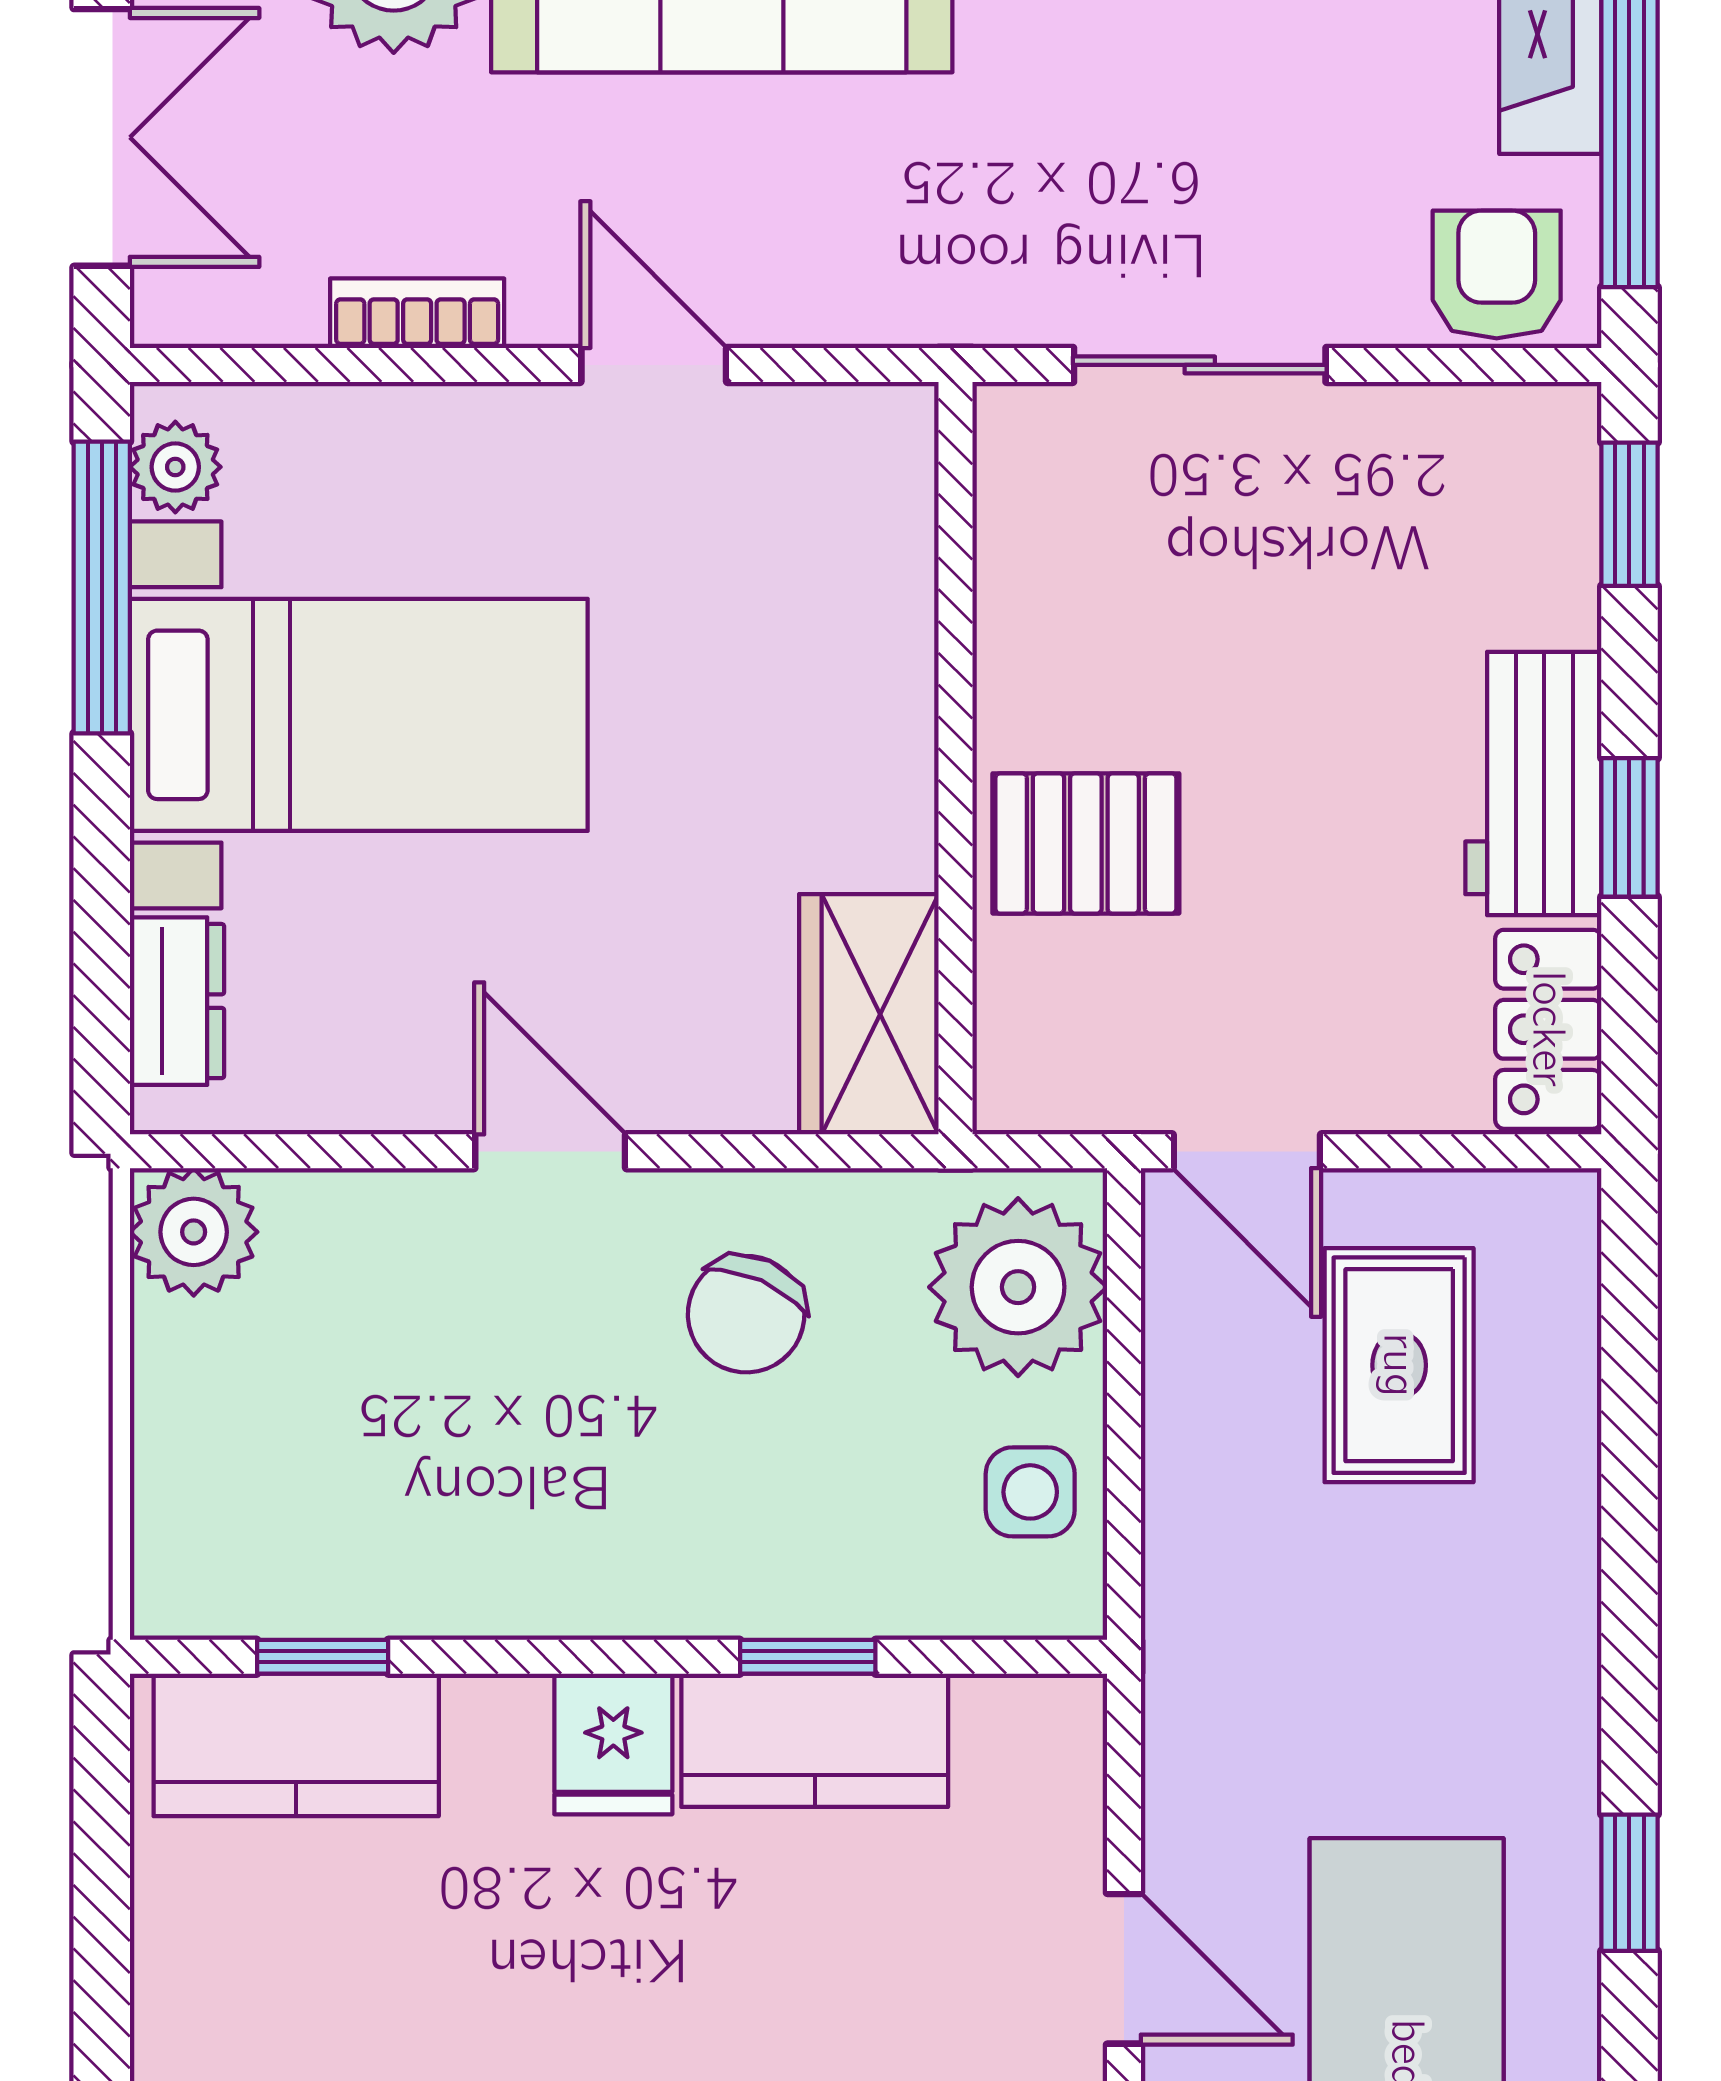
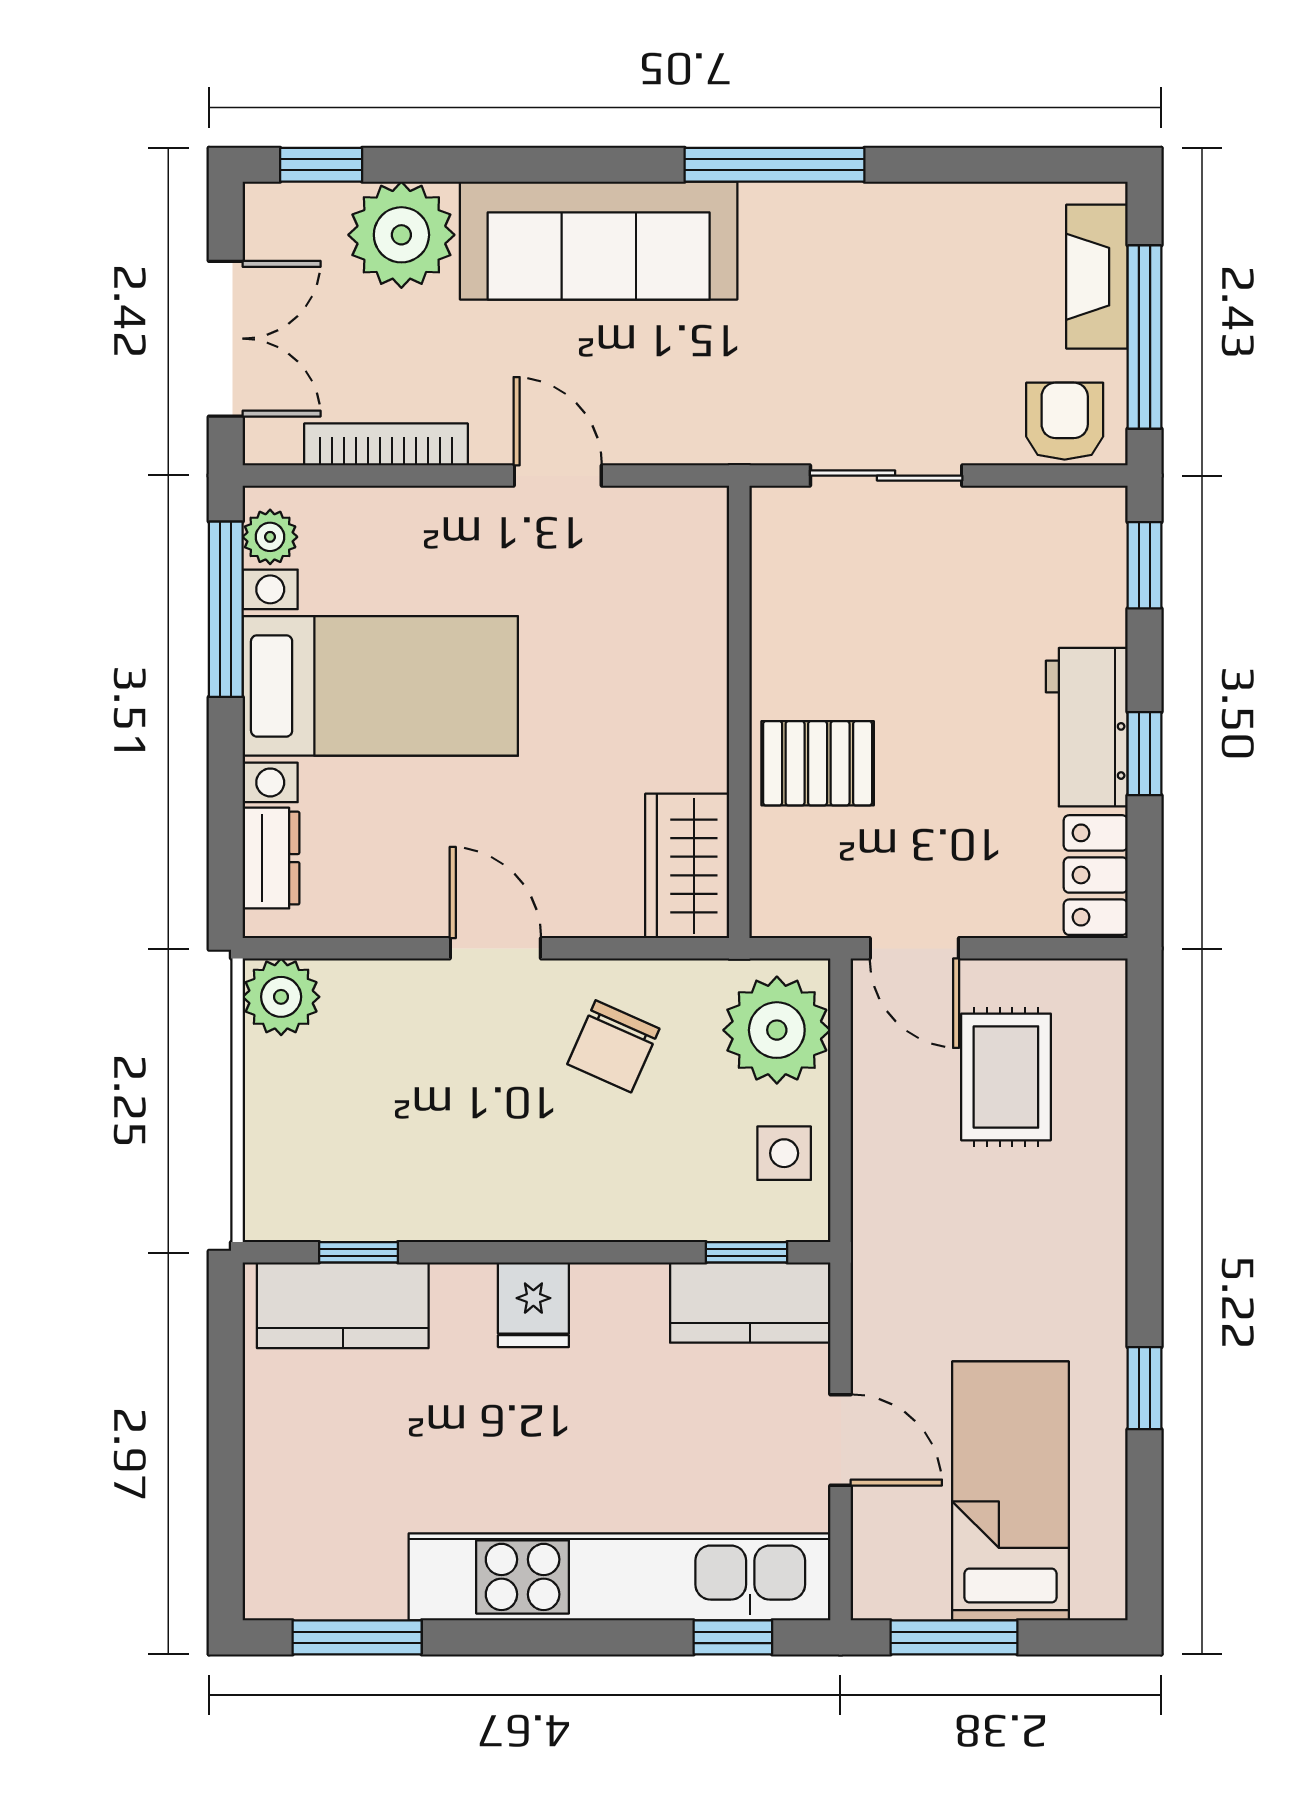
bookcase: (417, 313) -> (386, 444), width x1.56
window: (808, 1657) -> (746, 1252), moved
kitchen counter: (815, 1740) -> (750, 1303), moved

